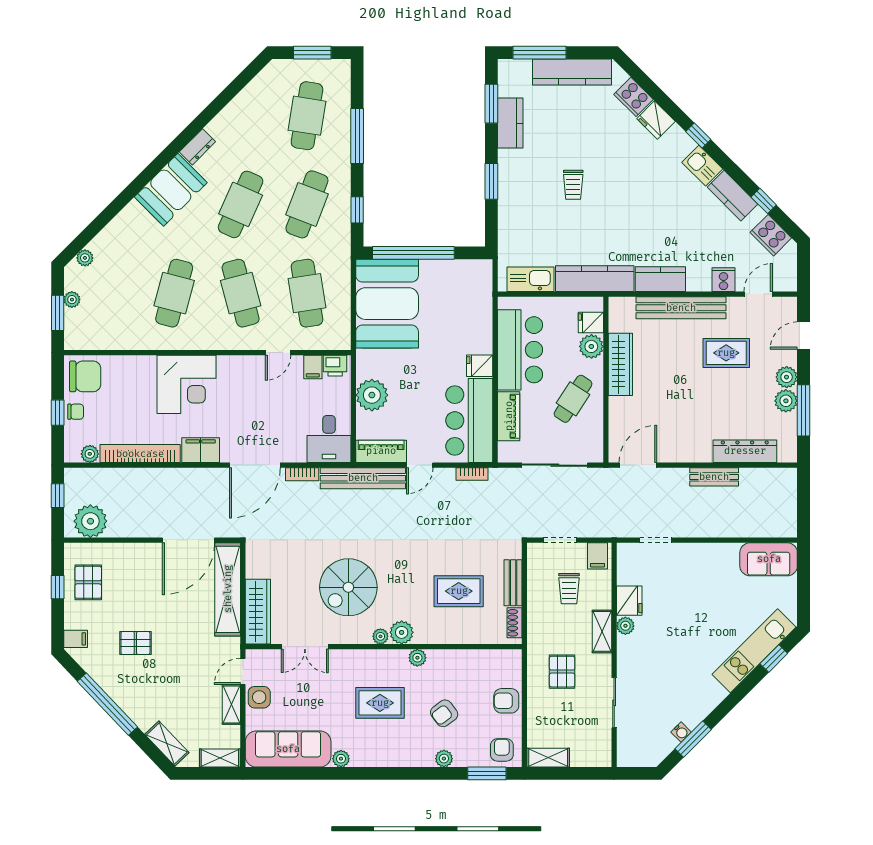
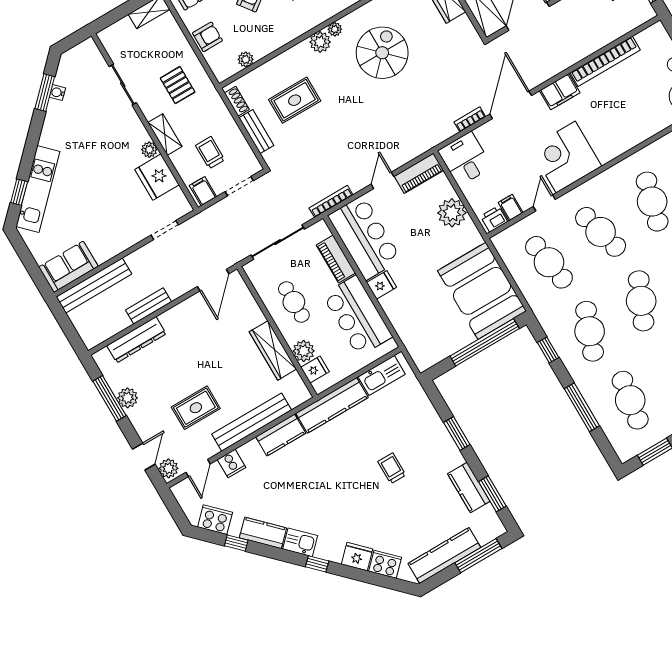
plant: (787, 377) -> (168, 468), moved
corner desk: (186, 384) -> (566, 157), moved
cafe table: (573, 399) -> (294, 302), turned -33
plant: (90, 454) -> (644, 38), removed
bookcase: (472, 474) -> (331, 201), width x1.56
bench: (363, 478) -> (94, 285), moved
fridge: (629, 601) -> (157, 177), width x1.36, depth x1.34
plant: (417, 658) -> (246, 59), moved

